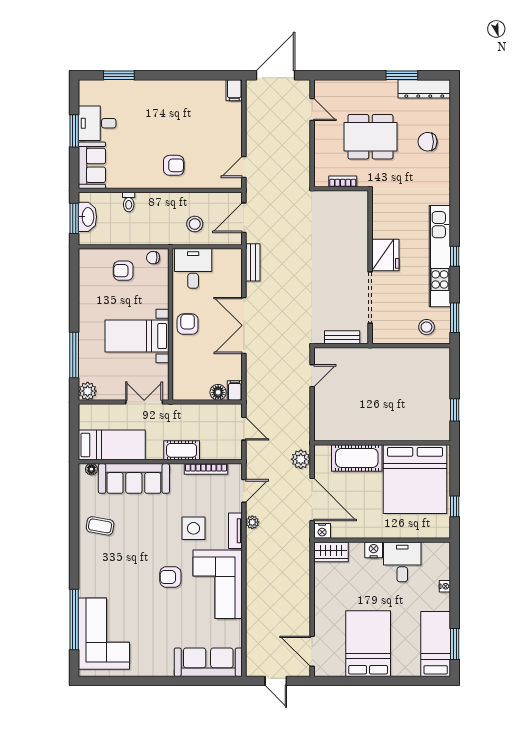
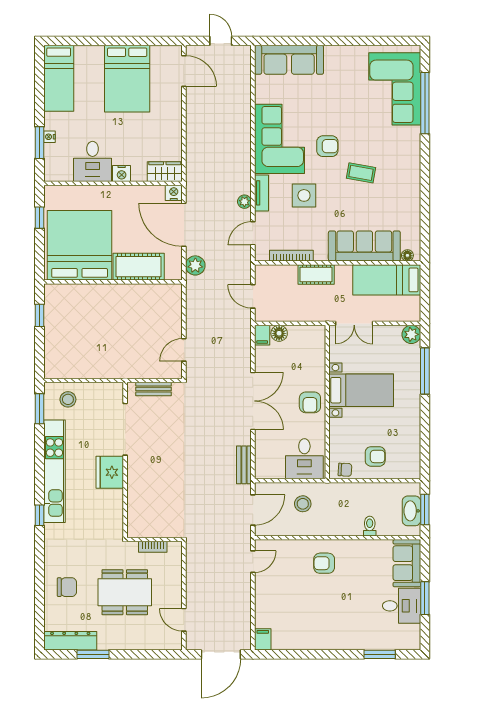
window: (455, 256) -> (40, 515), moved
coffee table: (100, 526) -> (361, 173), moved
window: (455, 644) -> (40, 143), moved

